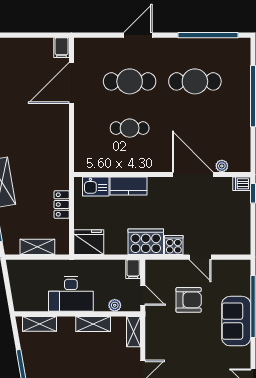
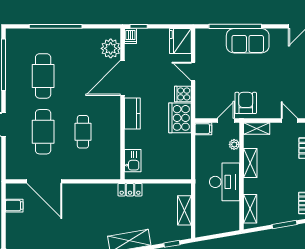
filing cabinet: (62, 48) -> (14, 206), moved
plant: (222, 166) -> (111, 48), width x1.88, depth x1.88
kitchen counter: (129, 186) -> (132, 113), moved
locker: (62, 205) -> (130, 190), moved
fridge: (89, 242) -> (180, 41), moved
door: (200, 257) -> (193, 72), swing flipped
armchair: (189, 300) -> (246, 103), moved

